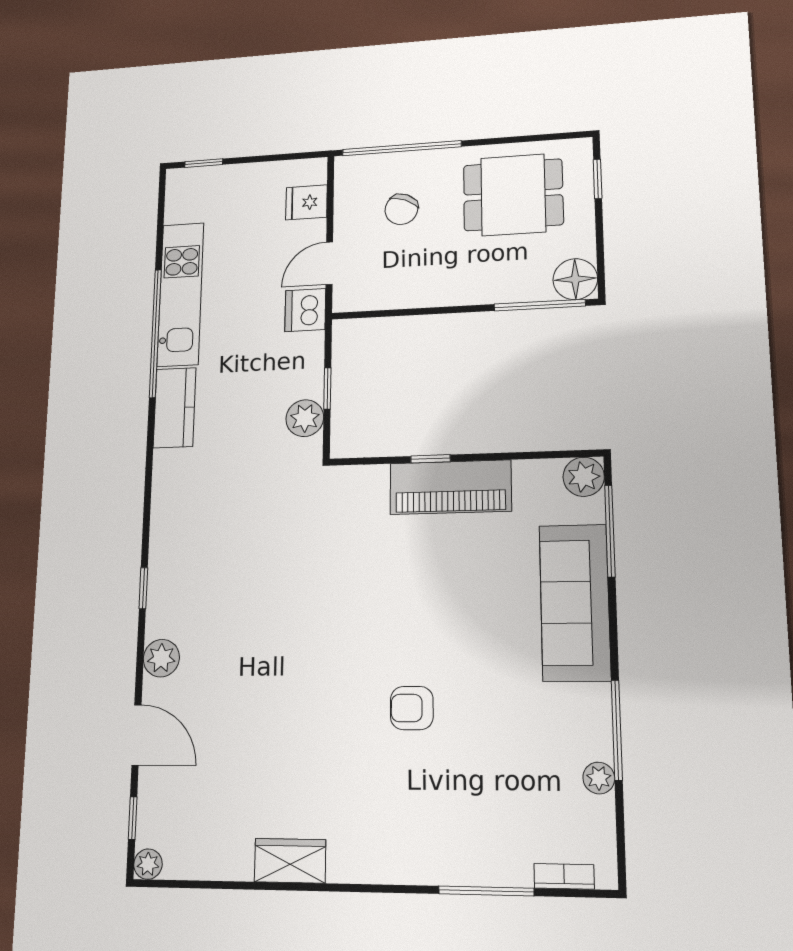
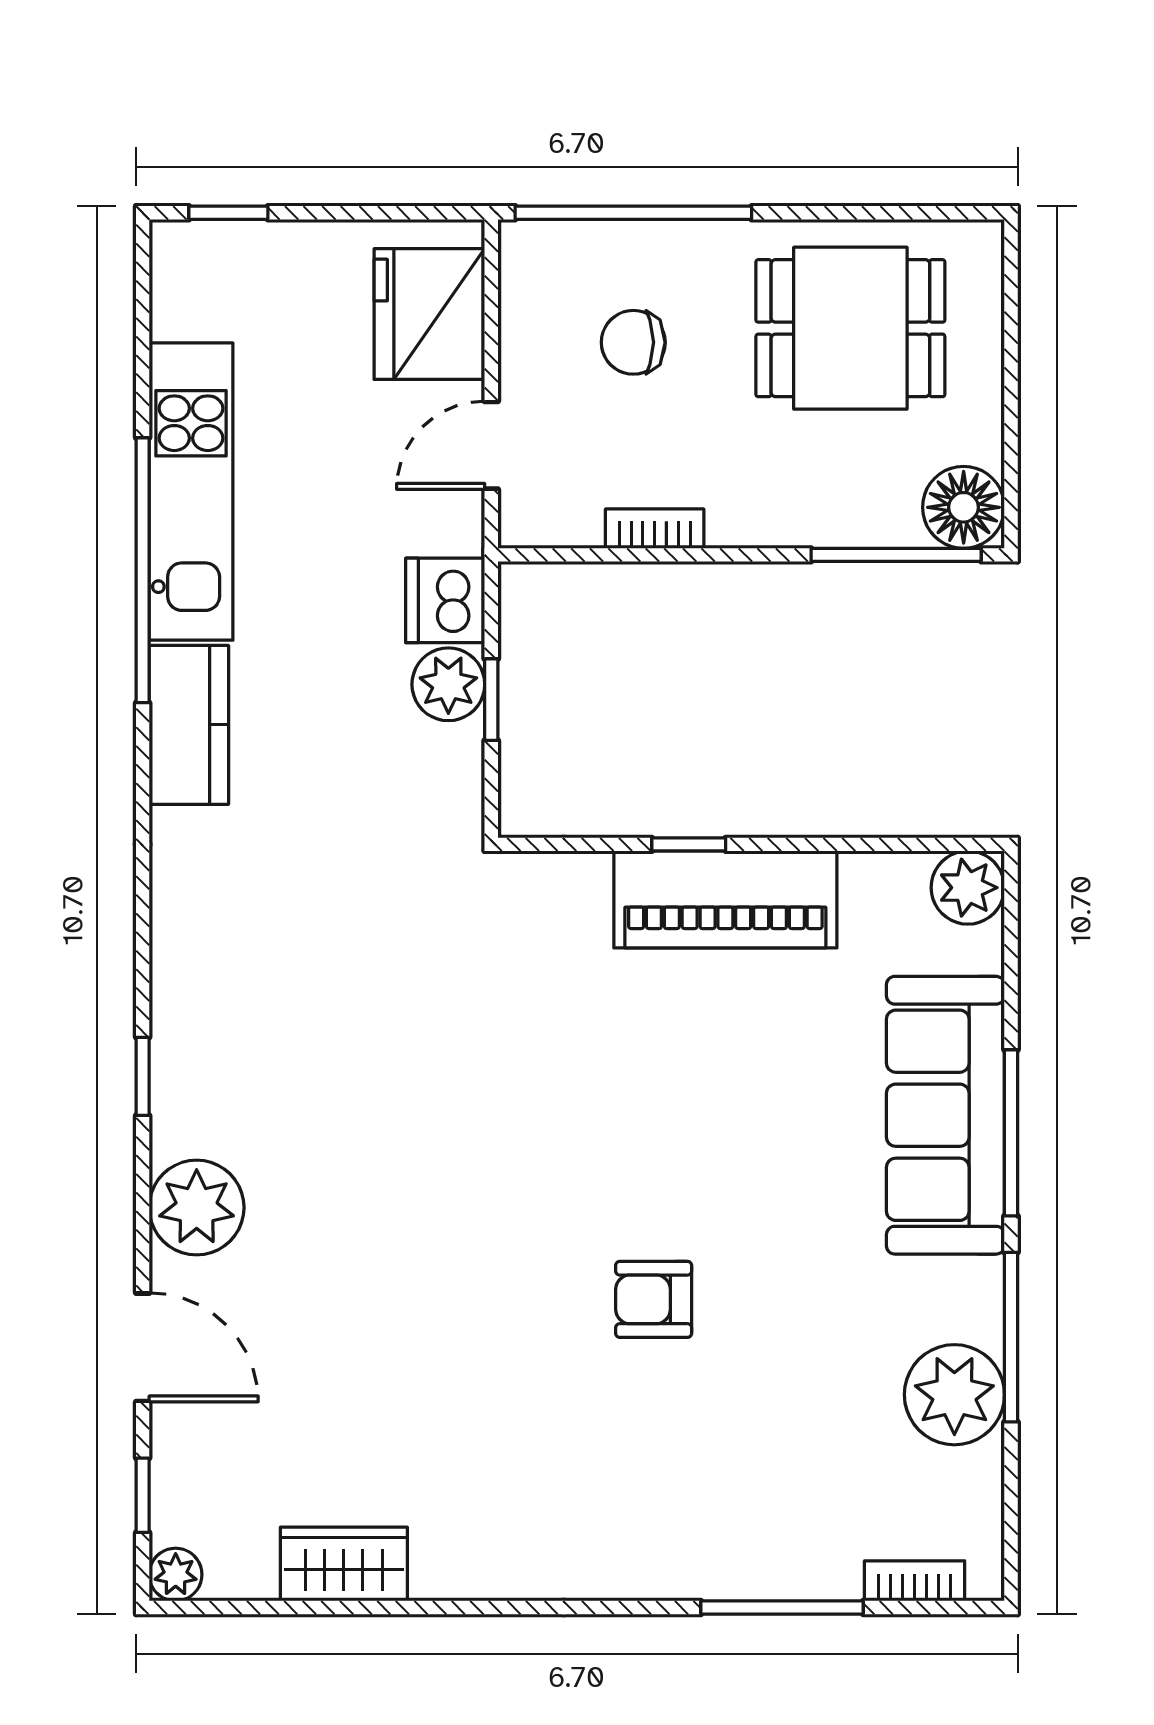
window: (598, 179) -> (1011, 307), removed
fridge: (306, 202) -> (429, 314), width x1.88, depth x1.34
chair: (401, 209) -> (633, 342), turned 67
bookcase: (412, 299) -> (655, 529), added
dishwasher: (305, 310) -> (445, 600), moved
plant: (305, 418) -> (448, 684), moved
window: (610, 531) -> (1011, 1133), moved
plant: (161, 658) -> (197, 1208), width x1.36, depth x1.36
plant: (599, 778) -> (954, 1395), width x1.88, depth x1.88
wardrobe: (290, 861) -> (344, 1564), moved

